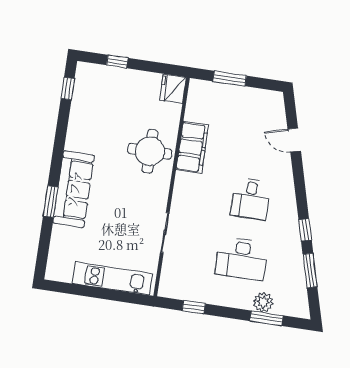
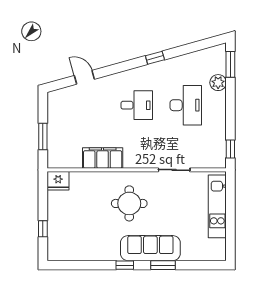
window: (68, 89) -> (125, 265), moved
door: (294, 140) -> (84, 77), swing flipped
round table: (150, 151) -> (129, 203), moved
window: (310, 271) -> (187, 49), removed
window: (194, 307) -> (230, 149), moved
window: (266, 318) -> (230, 64), moved

